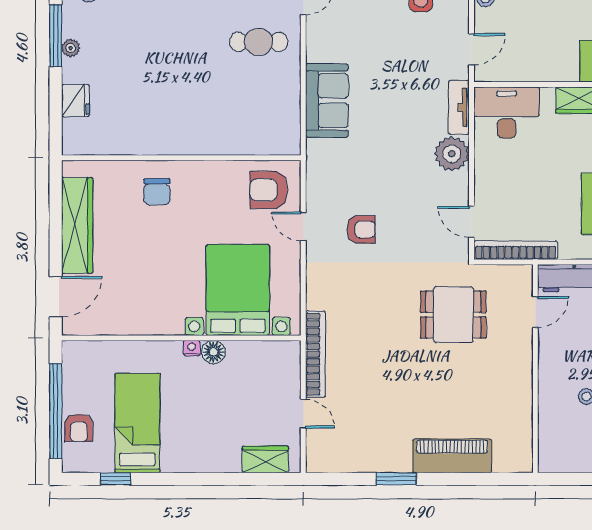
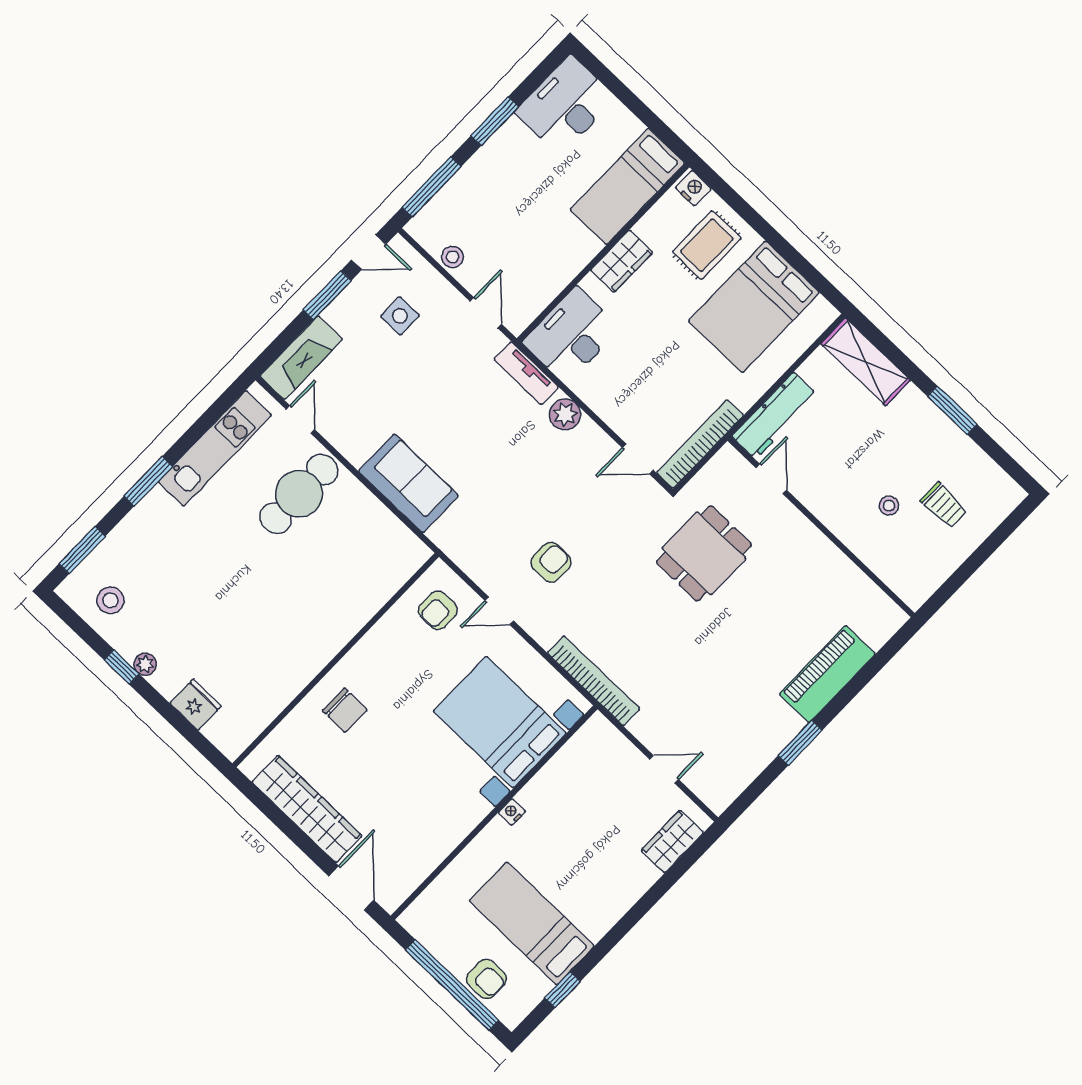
window: (56, 36) -> (122, 667), width x0.46
cafe table: (259, 42) -> (299, 494), width x1.37, depth x1.35
plant: (452, 154) -> (565, 414), width x0.73, depth x0.73
armchair: (269, 190) -> (438, 610), width x0.72, depth x0.72
floor lamp: (214, 352) -> (534, 796), removed
bookcase: (315, 354) -> (594, 681), moved

